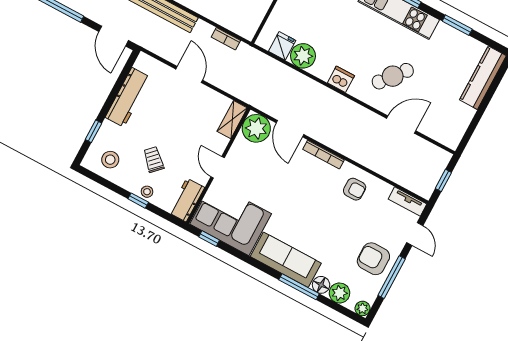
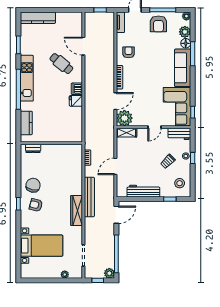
fridge: (282, 46) -> (76, 101), moved
plant: (303, 56) -> (75, 114), removed

